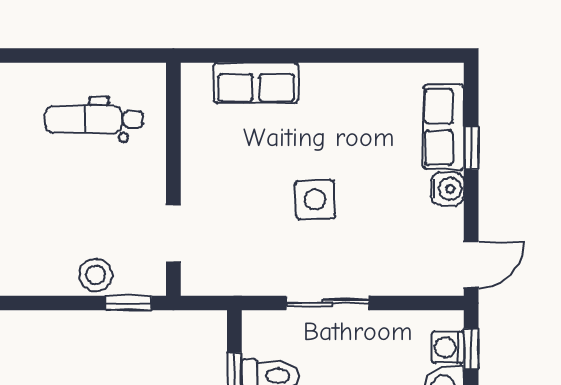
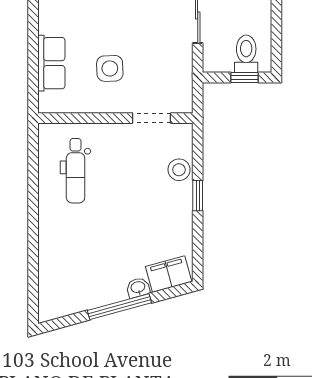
side table: (315, 200) -> (110, 68), moved
window: (128, 303) -> (198, 196), moved

